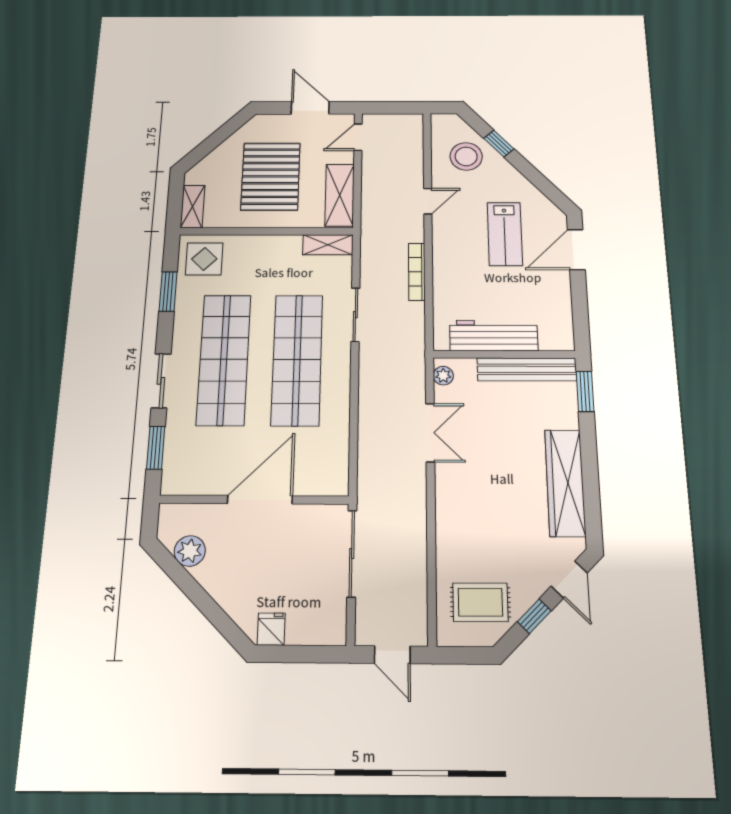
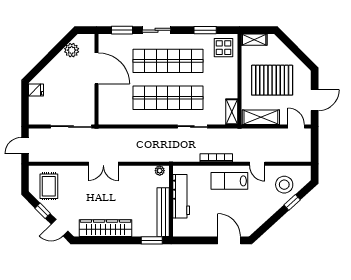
lab bench: (505, 234) -> (229, 181), moved
double door: (430, 433) -> (103, 164), moved
door: (260, 500) -> (96, 68), moved

